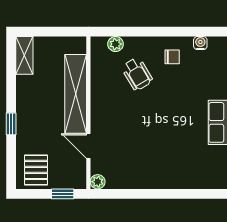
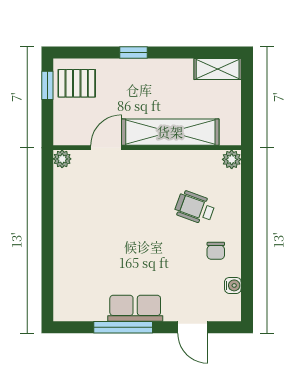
plant: (116, 44) -> (232, 159), moved
wheelchair: (137, 74) -> (195, 208), turned 51
window: (63, 194) -> (47, 85), moved

